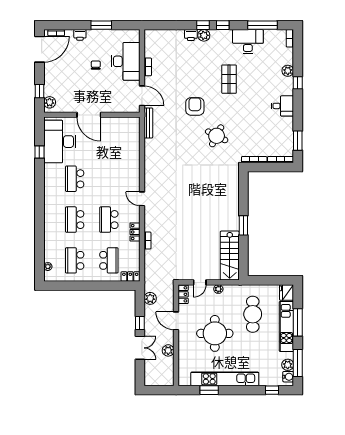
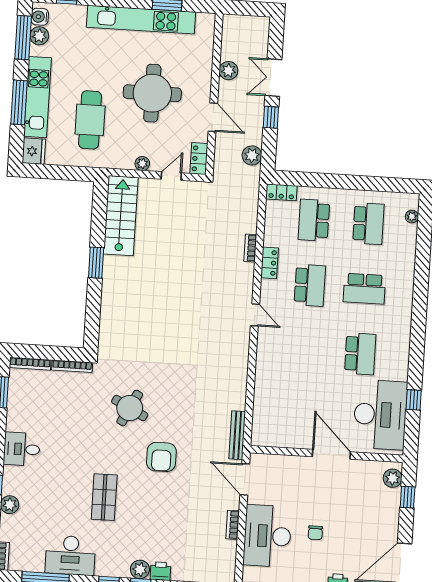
school desk: (75, 220) -> (364, 289), turned 90

